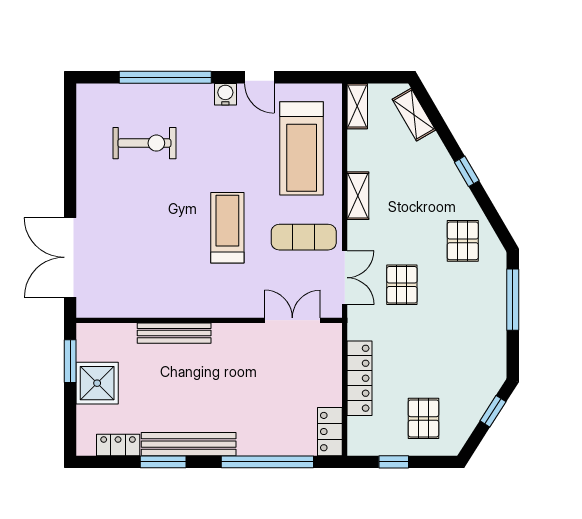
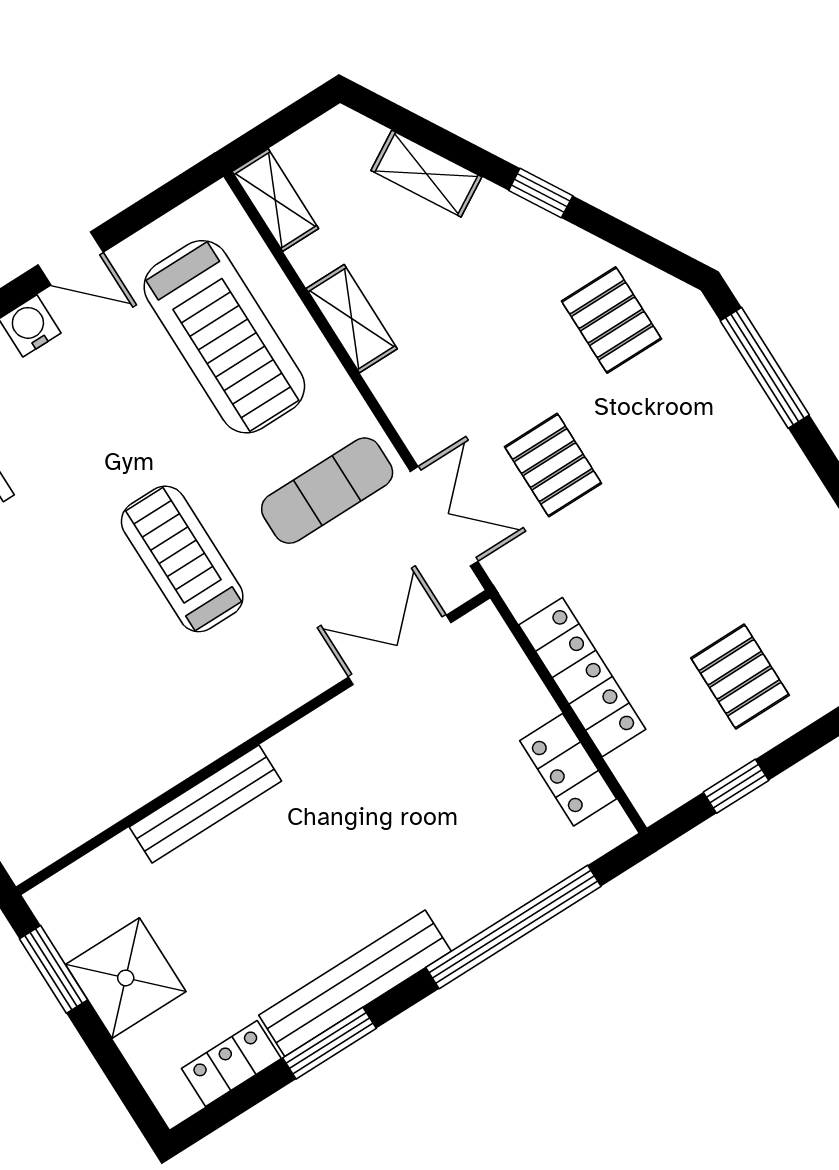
shelving: (414, 115) -> (426, 174), moved
shelving: (358, 196) -> (352, 319), moved
locker: (330, 432) -> (568, 770), moved

